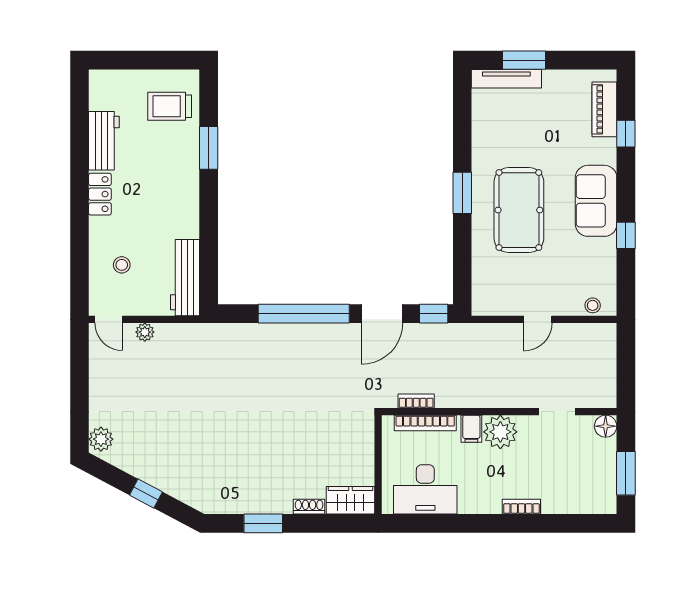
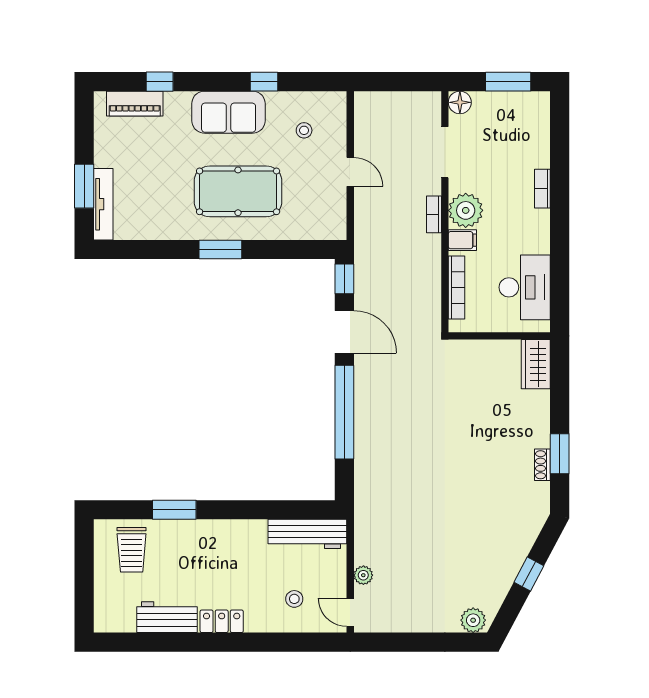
stool: (593, 305) -> (304, 130), moved
door: (109, 319) -> (350, 612), swing flipped
bookcase: (416, 401) -> (434, 214), moved
doorway: (557, 412) -> (445, 152), width x1.38
shoe rack: (309, 507) -> (542, 465), moved

